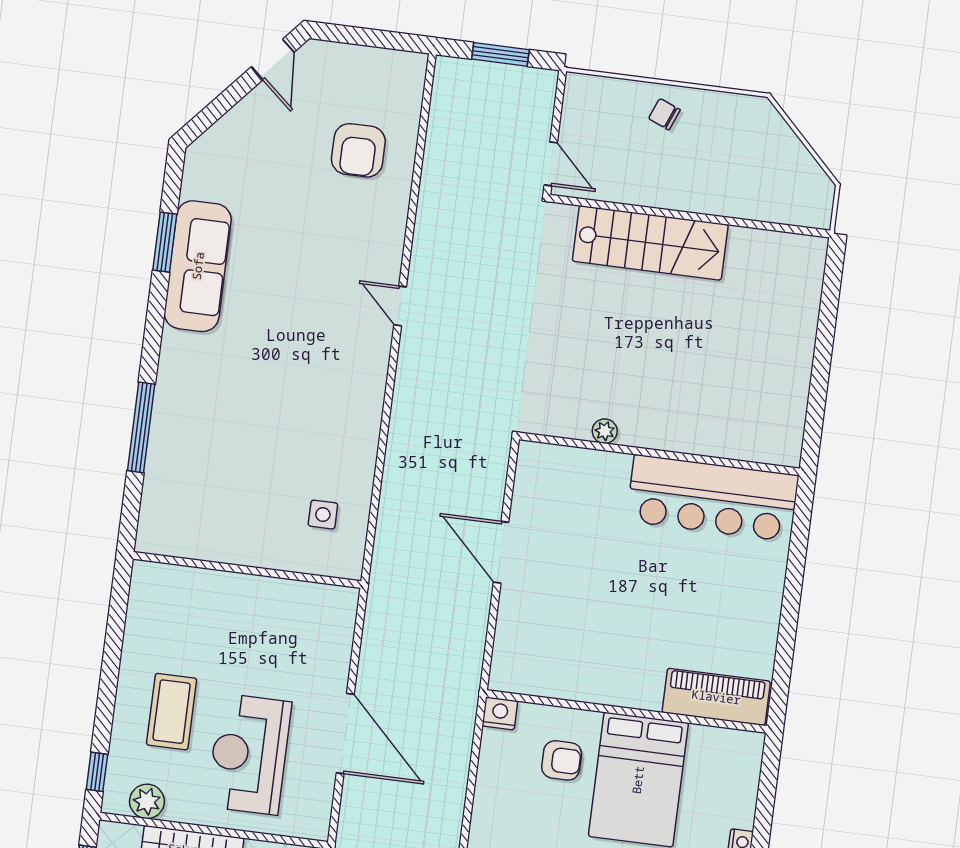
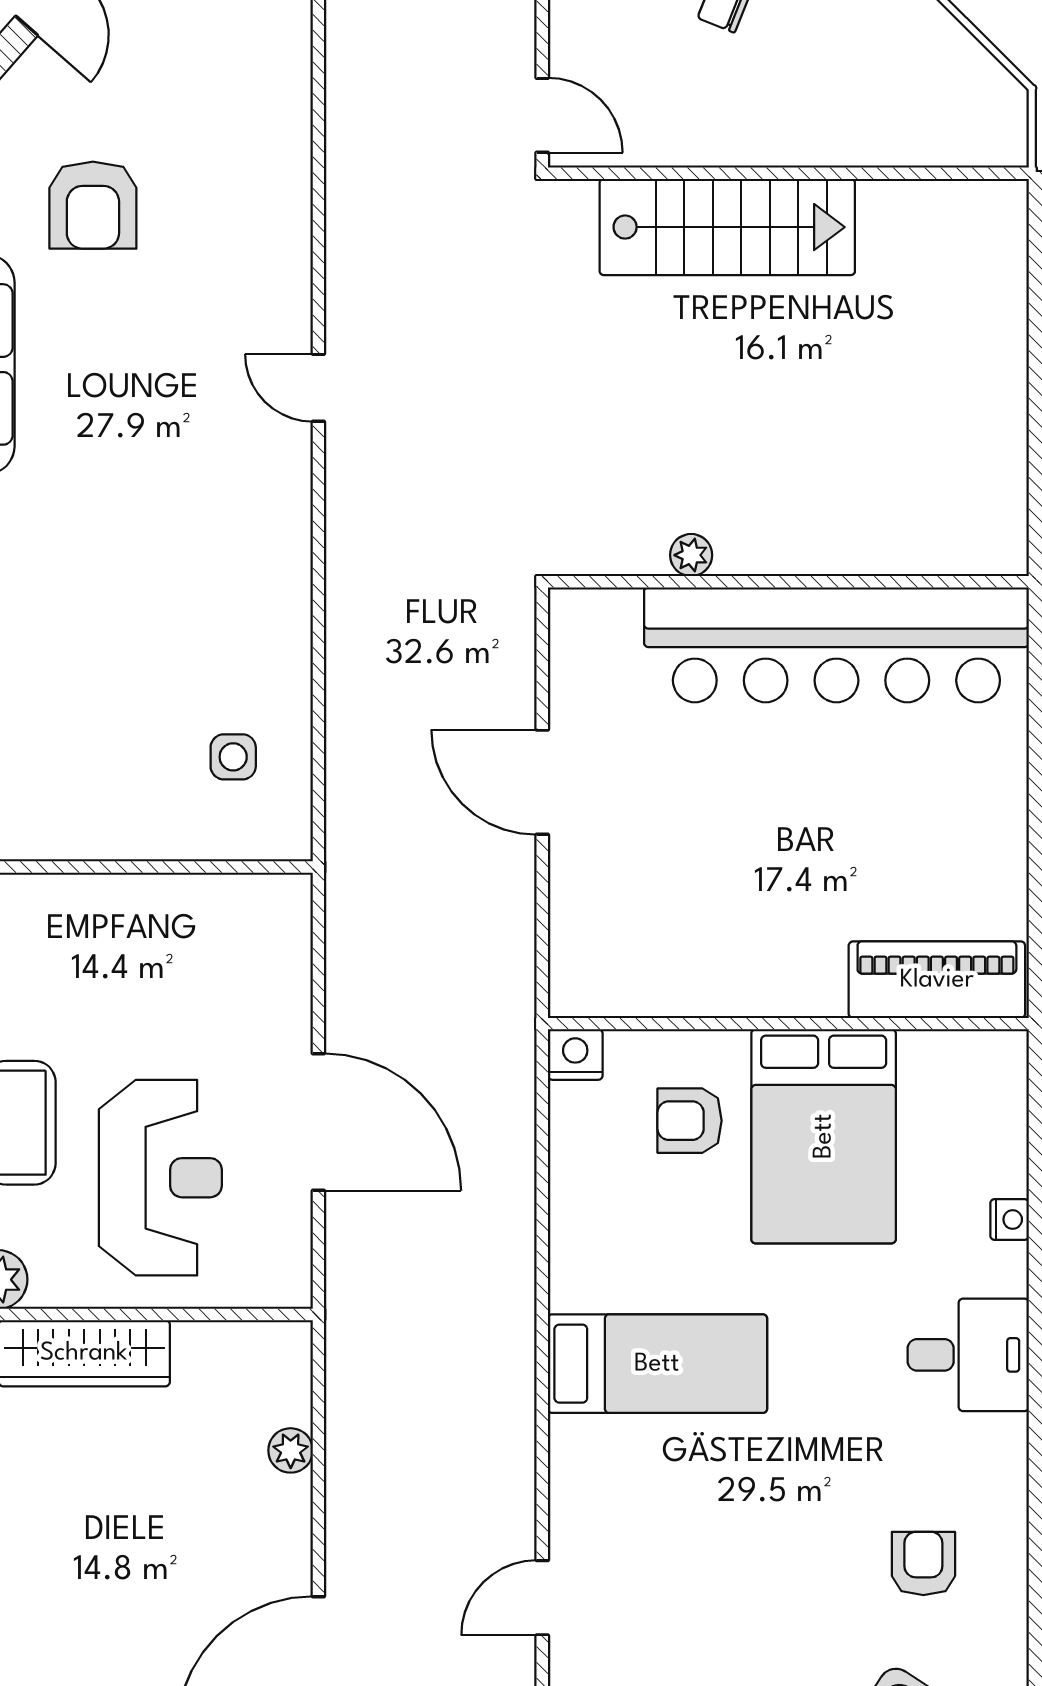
armchair: (358, 150) -> (93, 205), moved
bar counter: (712, 498) -> (836, 645), width x1.36
reception desk: (249, 754) -> (160, 1178), turned 180
armchair: (562, 760) -> (690, 1121), turned 180

